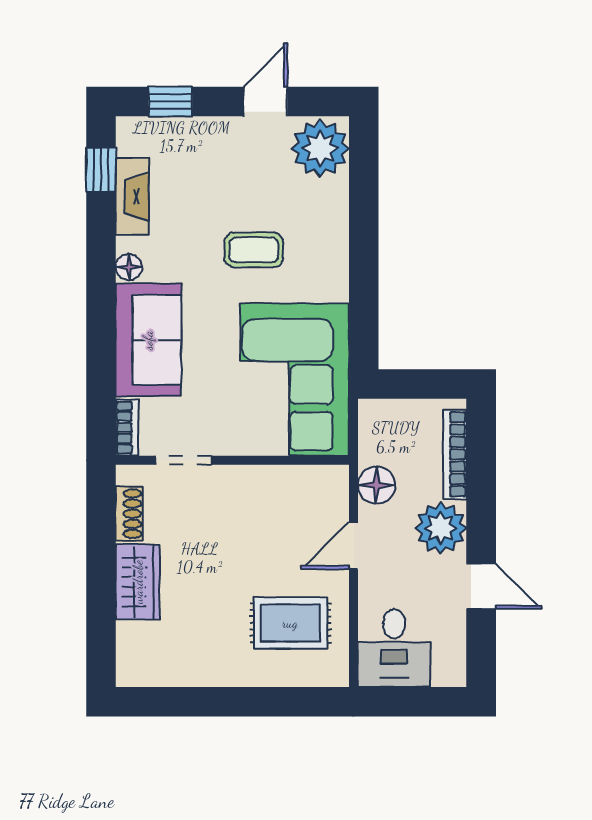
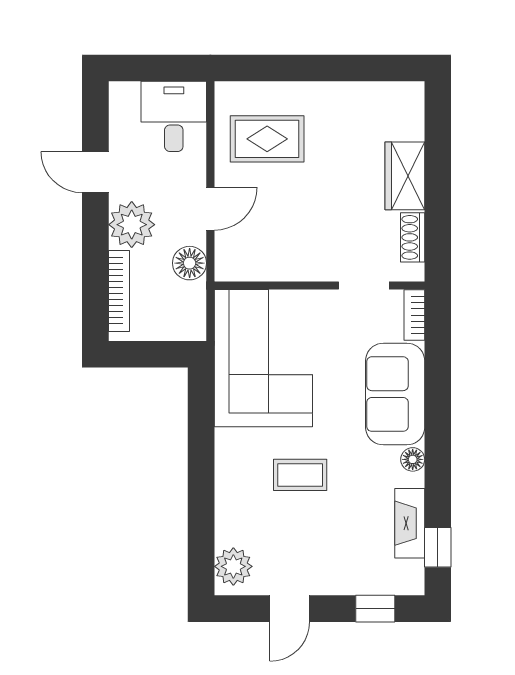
plant: (320, 148) -> (233, 566), width x0.73, depth x0.73

